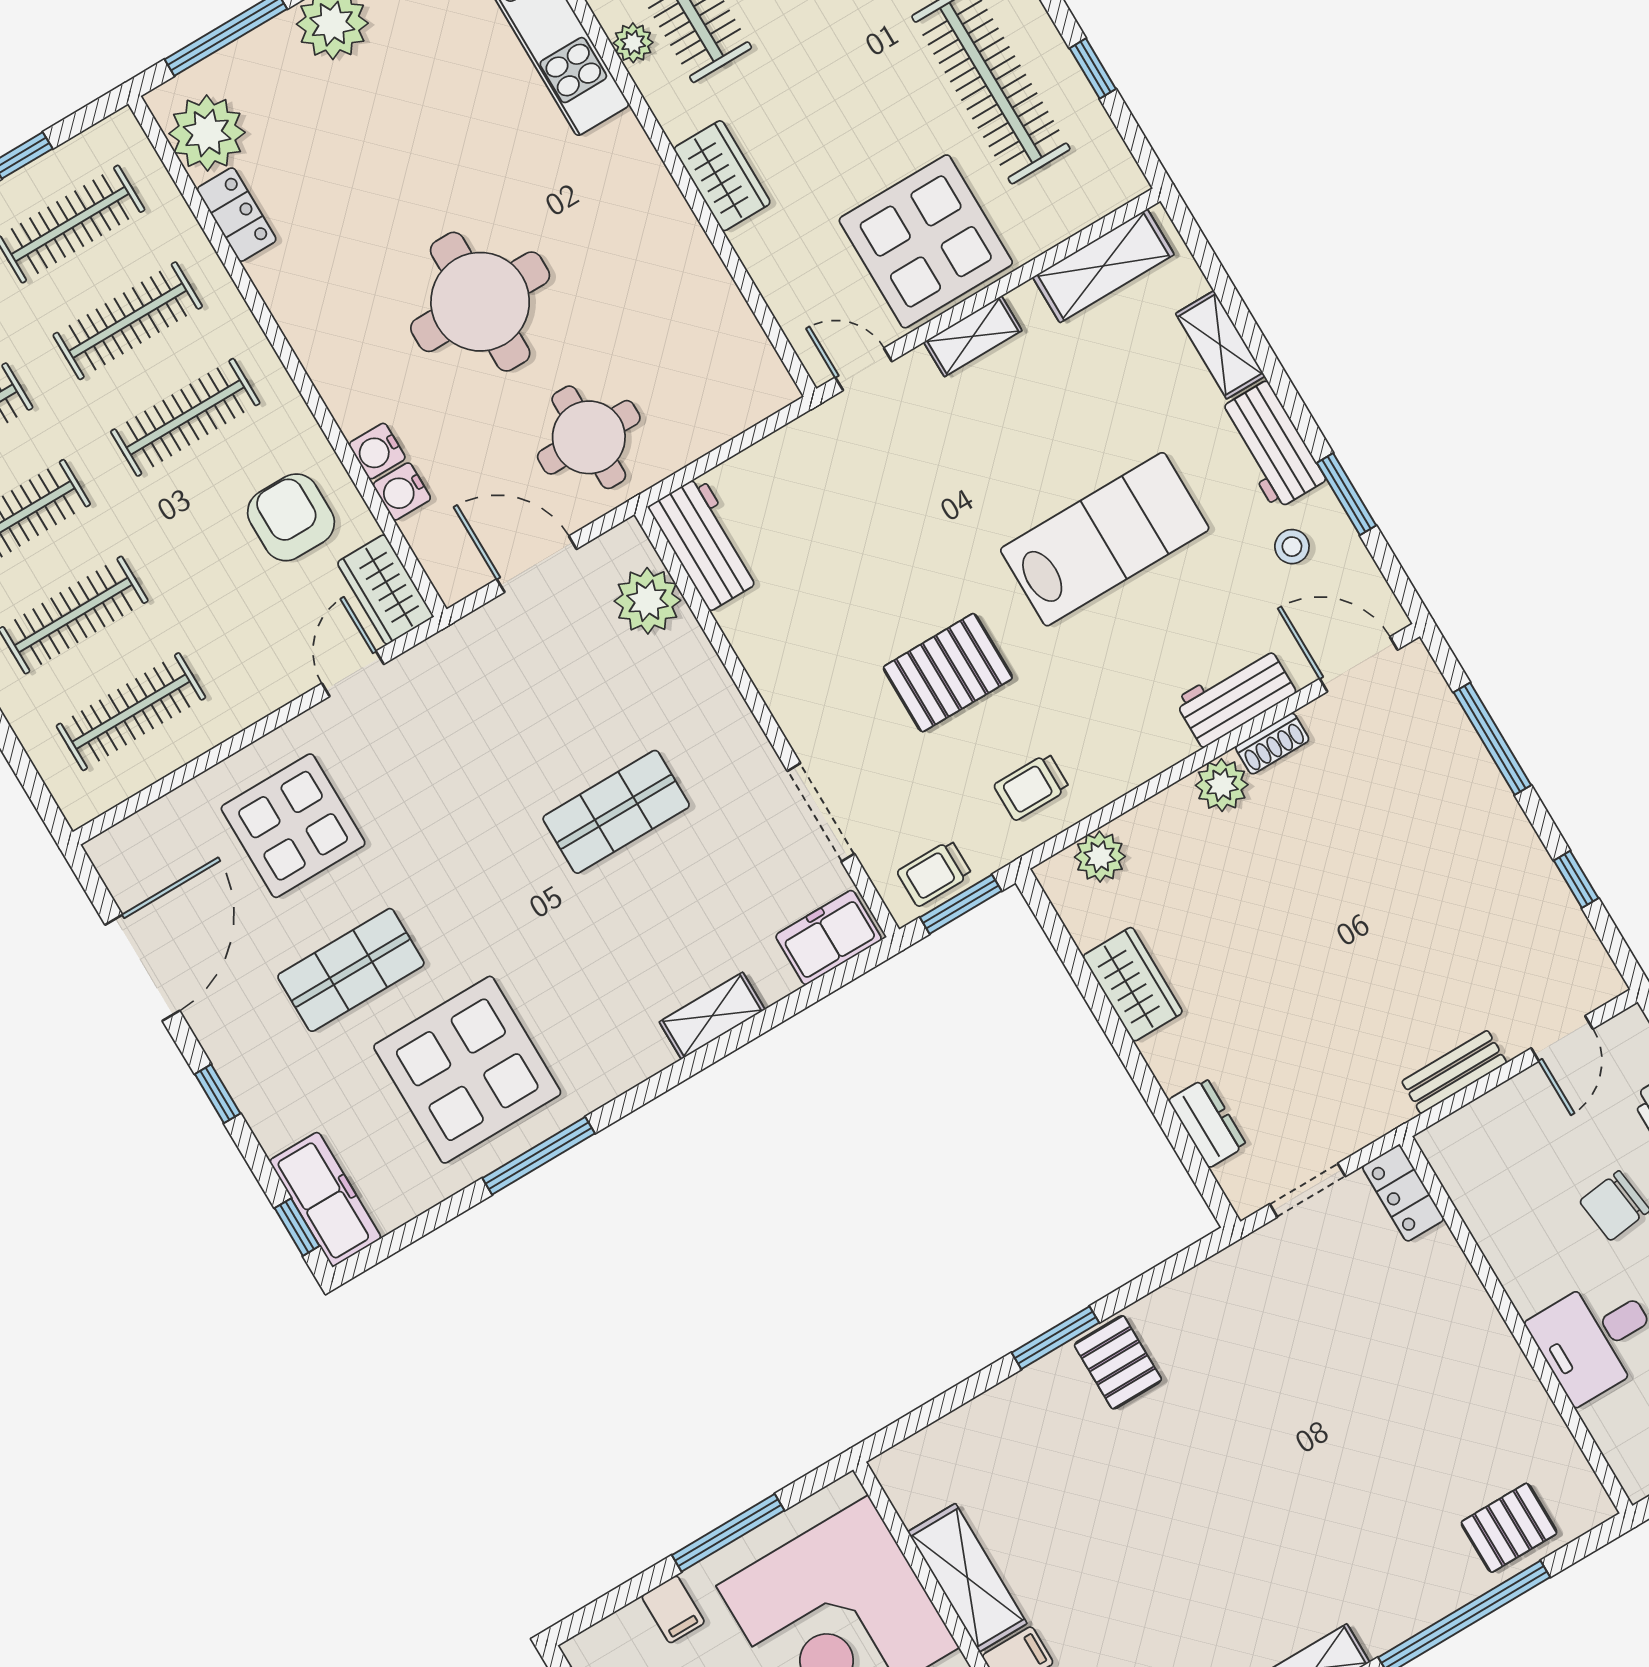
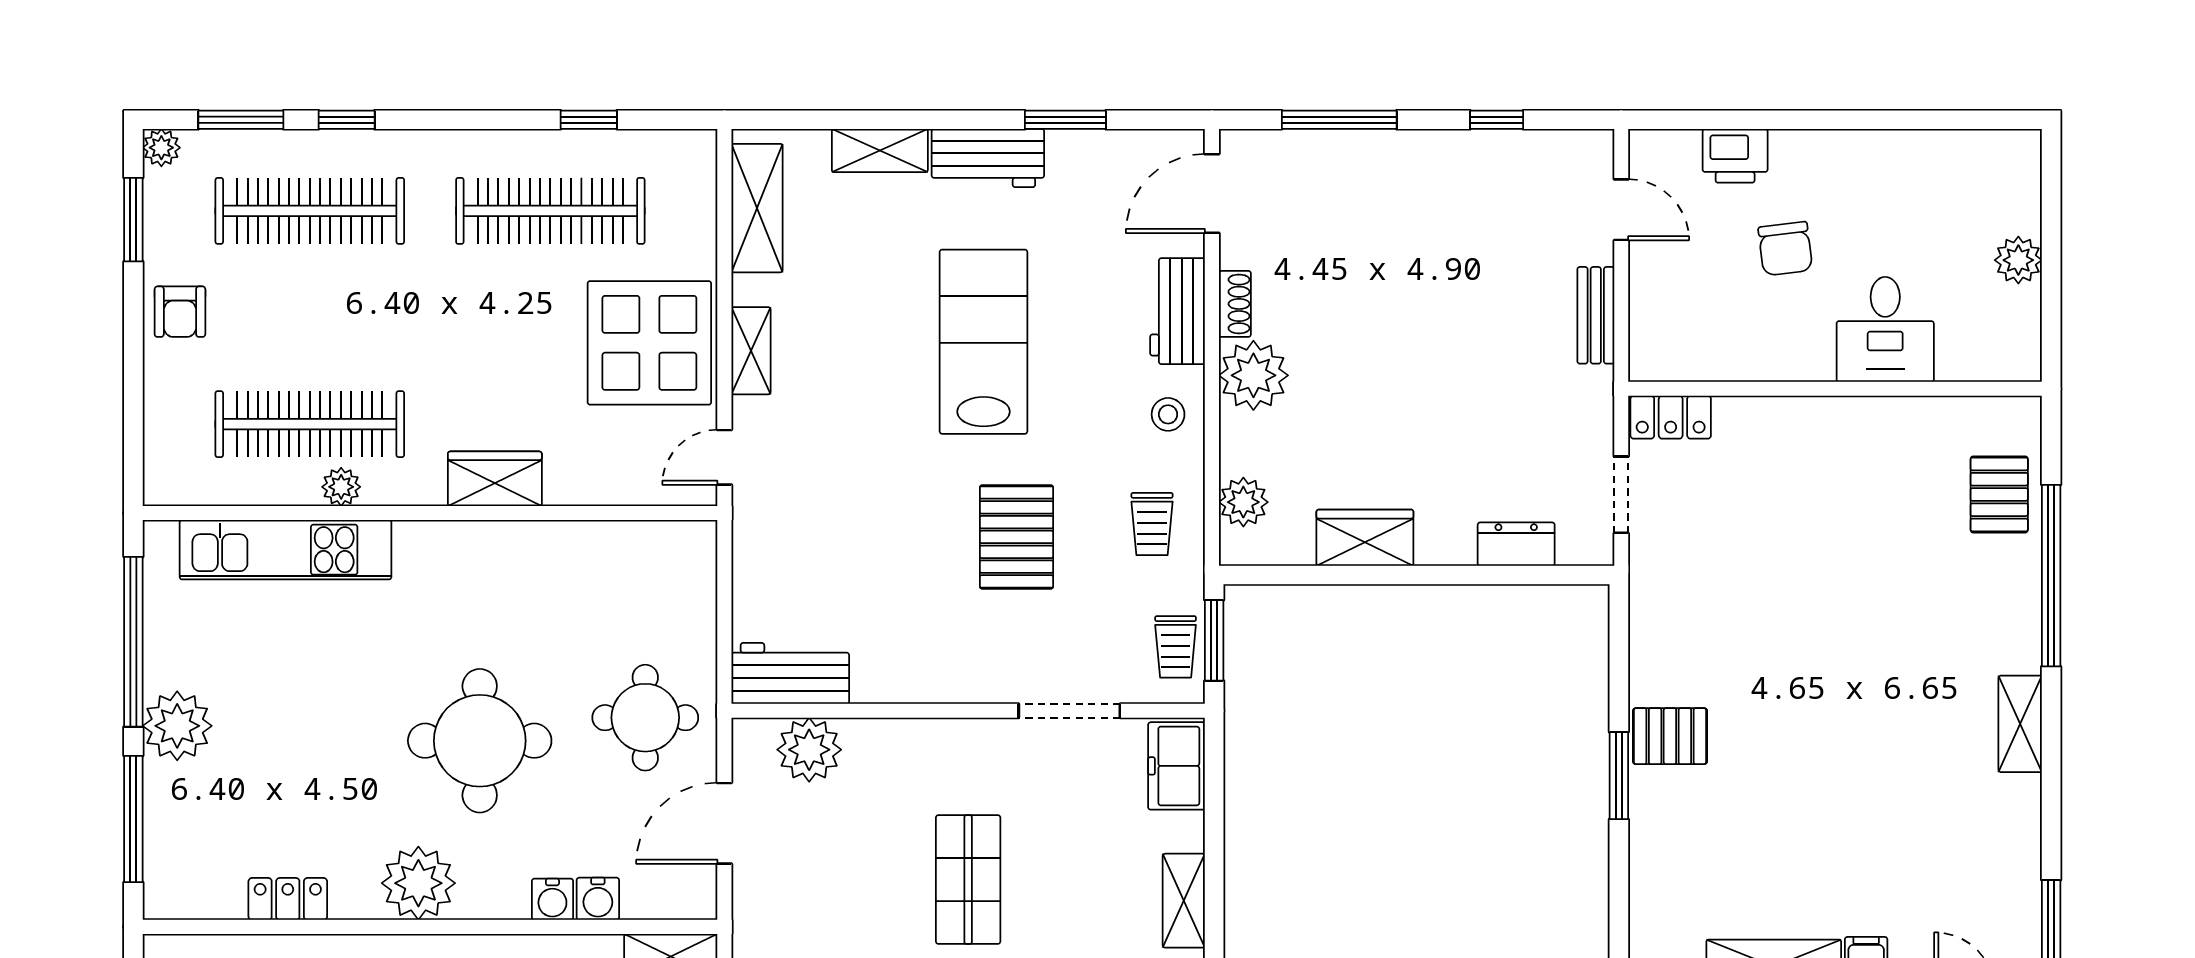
plant: (207, 133) -> (418, 883), moved
stool: (1292, 547) -> (1168, 414), moved
plant: (1222, 785) -> (1253, 375), width x1.36, depth x1.36

